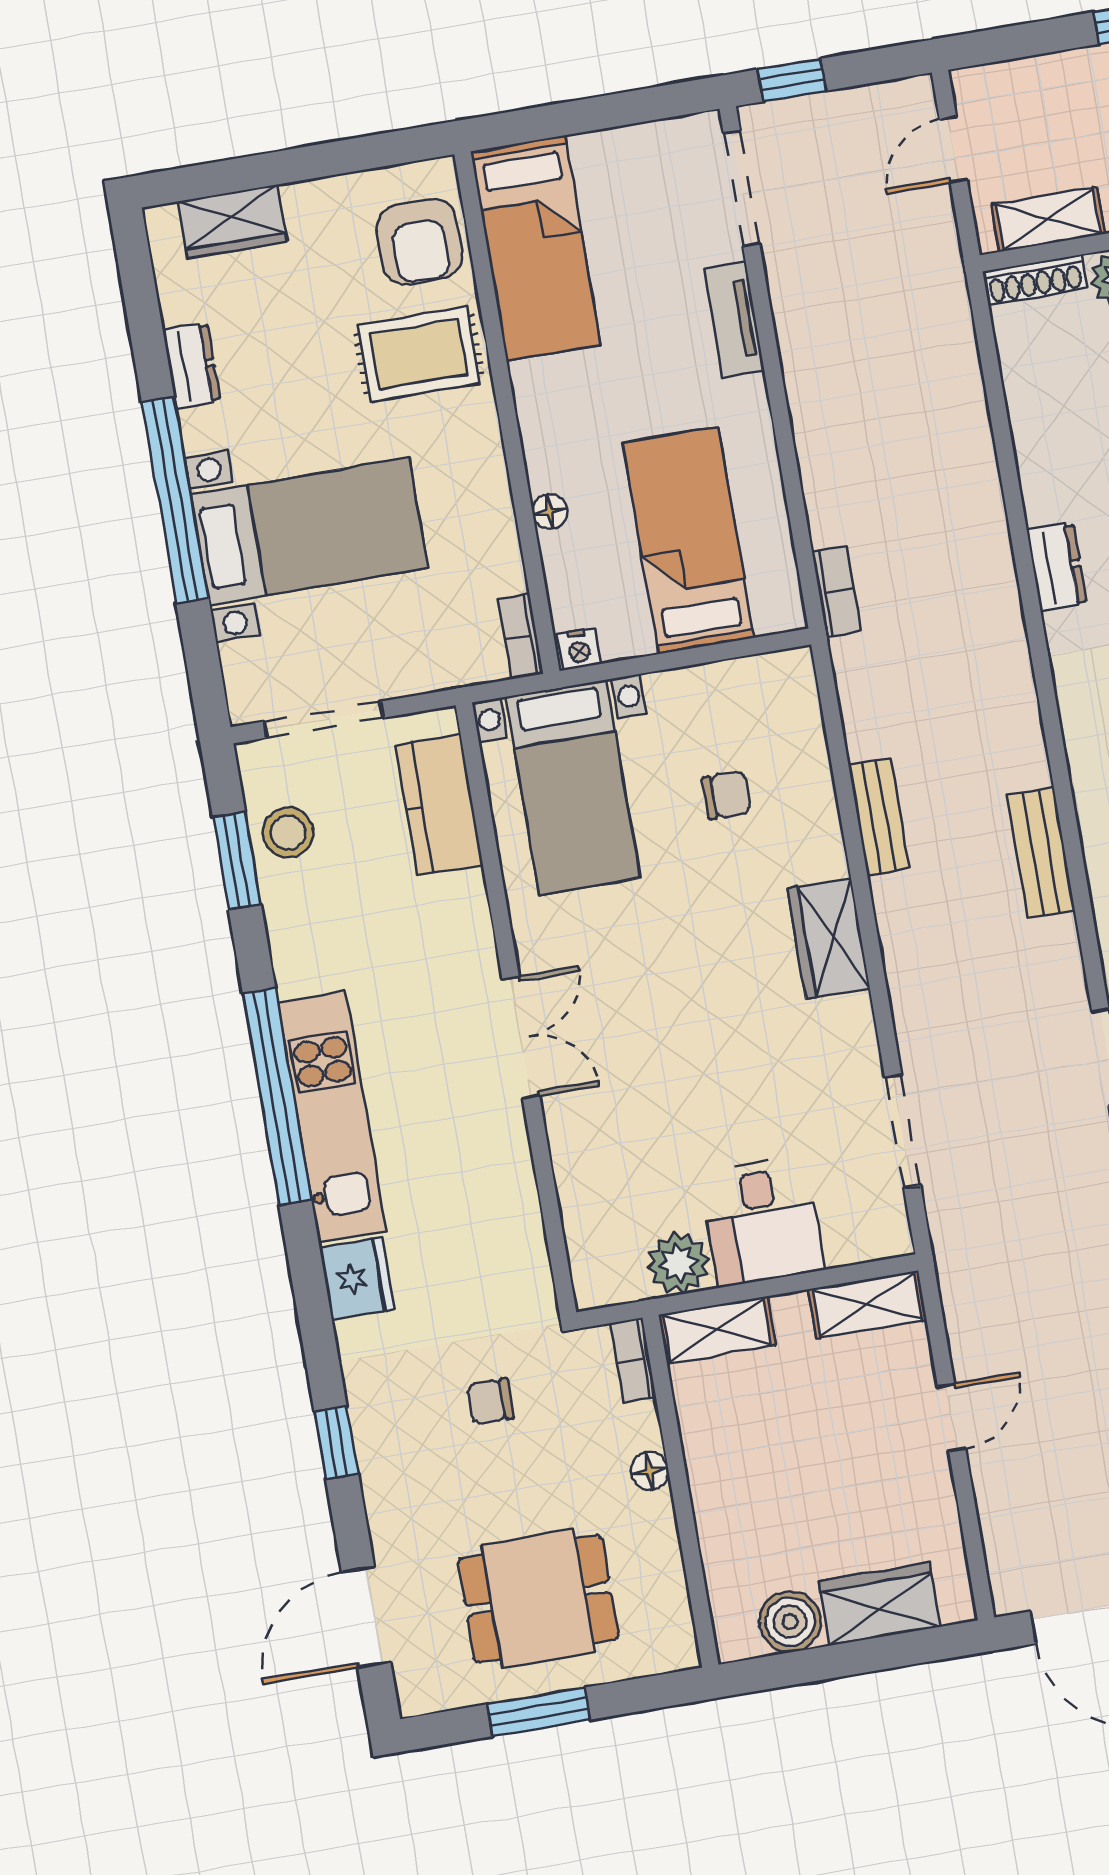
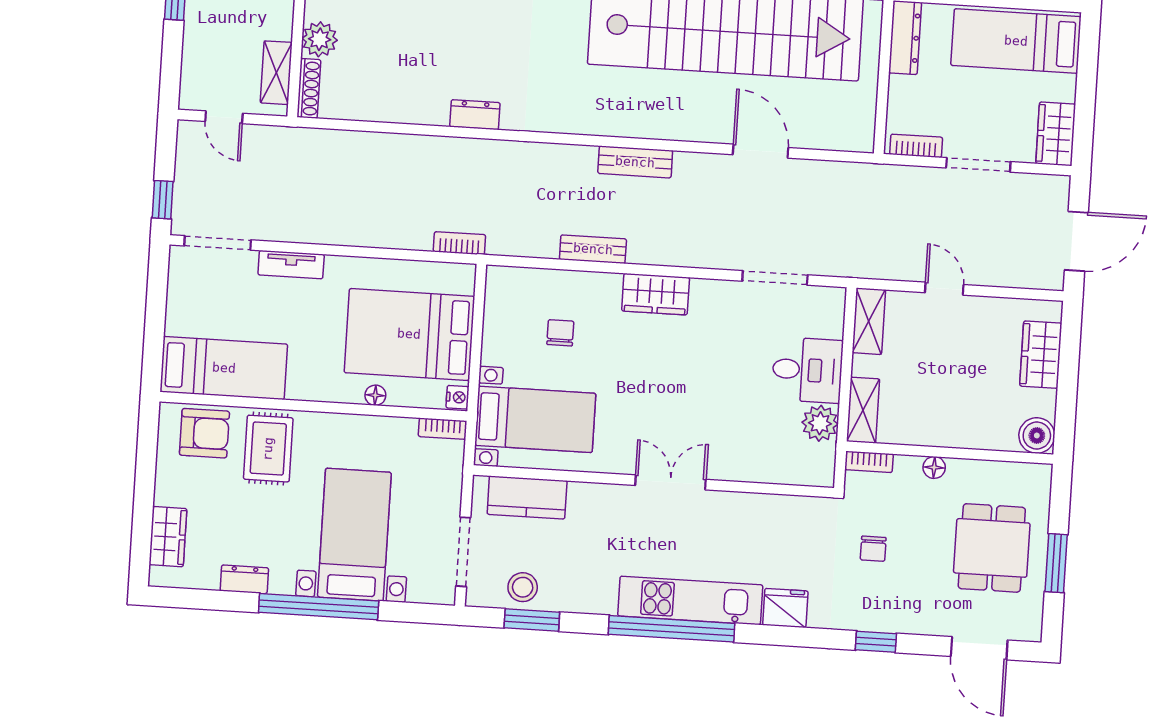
bed: (688, 540) -> (409, 334), width x1.50
boiler: (790, 1621) -> (1037, 436), moved

